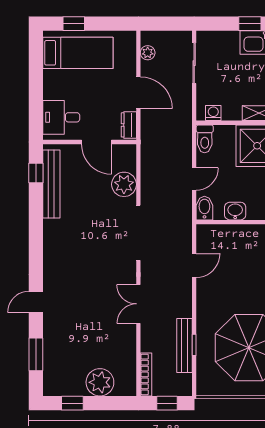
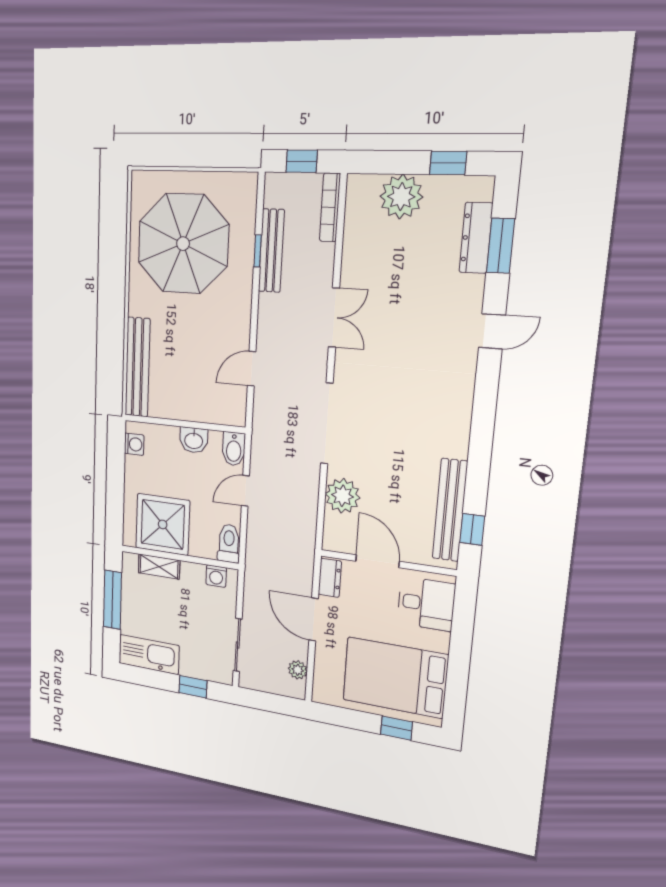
window: (250, 24) -> (193, 687), moved
bed: (78, 53) -> (395, 678), width x1.50
dresser: (51, 359) -> (476, 238), added

